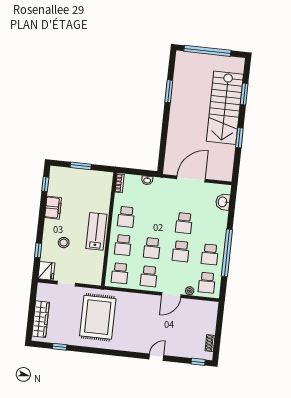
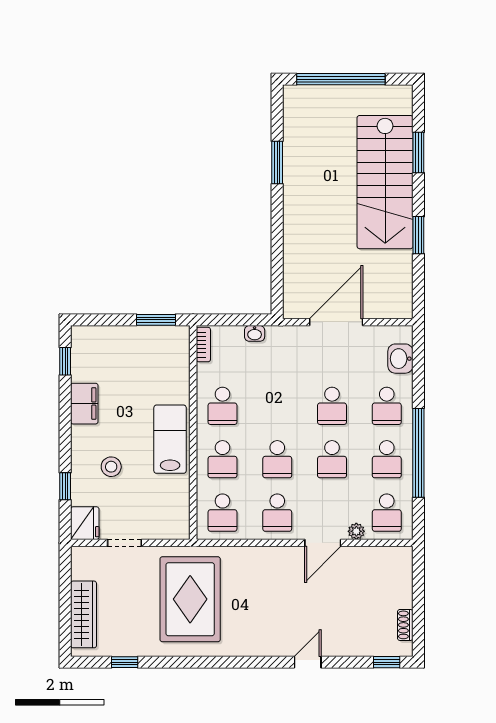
window: (81, 166) -> (156, 320), moved
school desk: (213, 226) -> (387, 406), added

